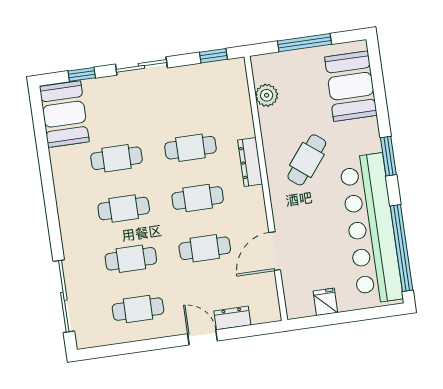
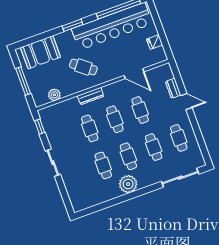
window: (82, 74) -> (64, 193), removed
booth: (64, 114) -> (86, 197), removed
plant: (72, 197) -> (128, 184), added
door: (202, 337) -> (186, 102), swing flipped

